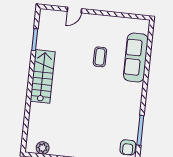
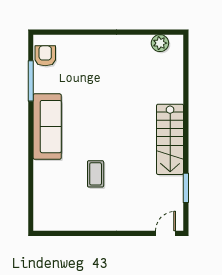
door: (74, 10) -> (166, 233), moved
sofa: (136, 57) -> (47, 127), moved

